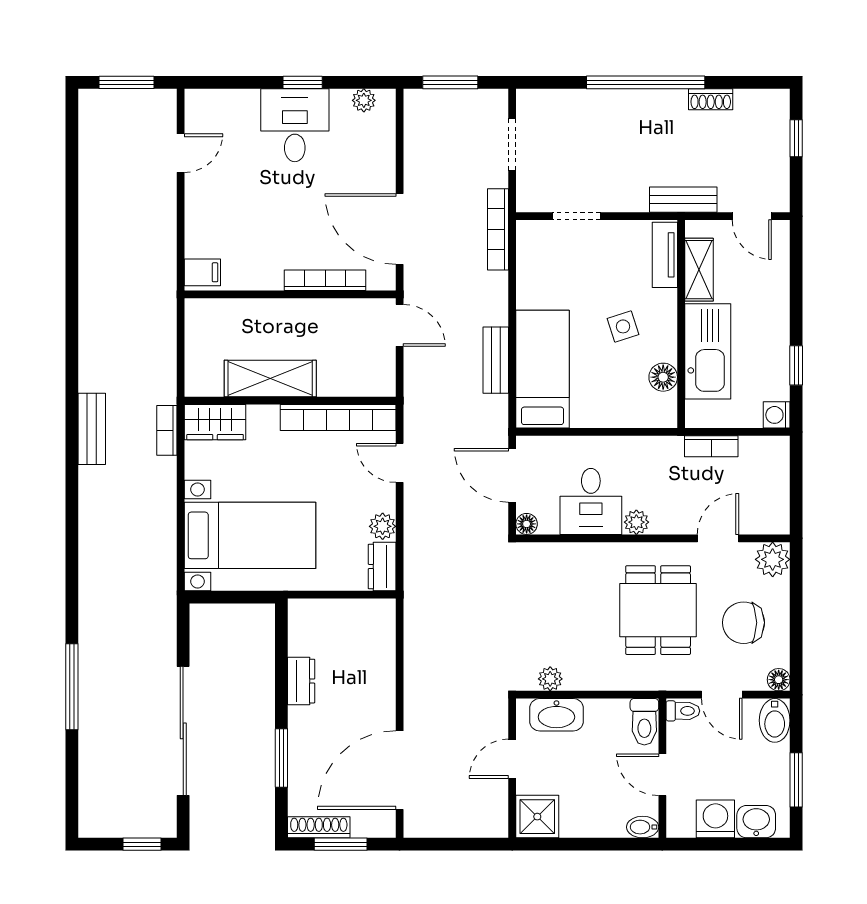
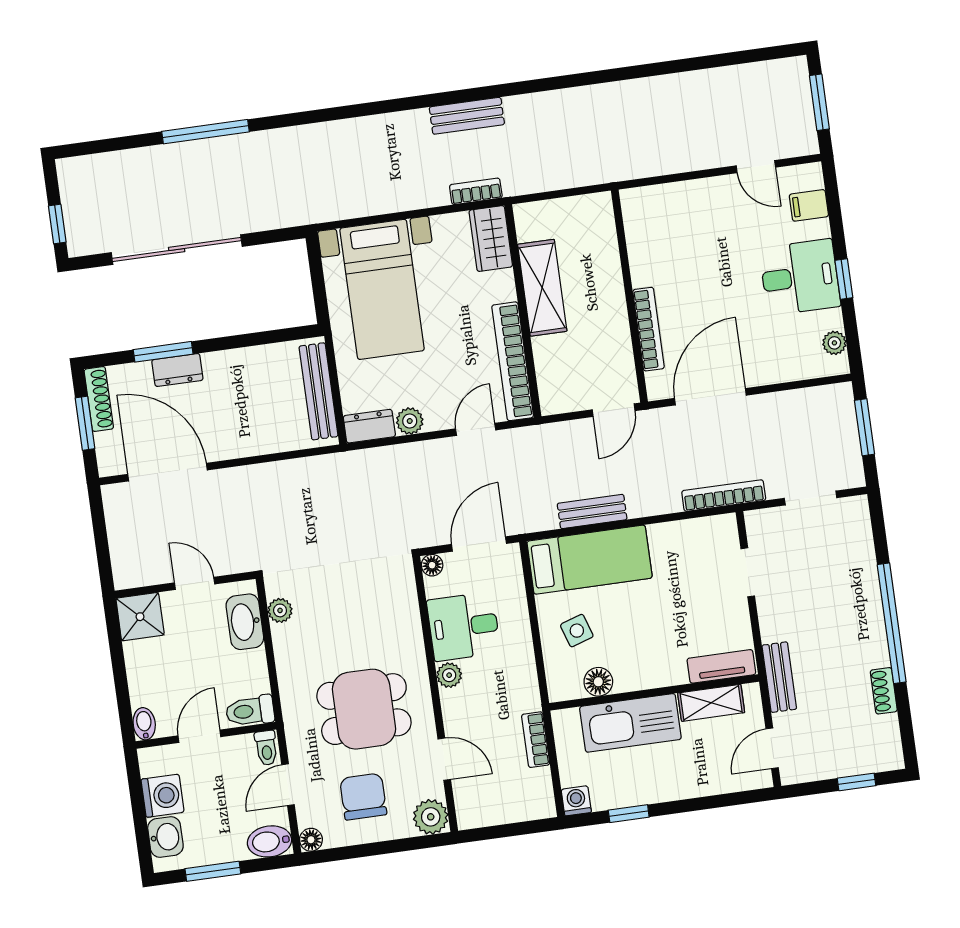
filing cabinet: (202, 272) -> (809, 205), moved, turned 90
side table: (623, 326) -> (577, 631), moved
bench: (341, 611) -> (318, 391), added
dresser: (301, 681) -> (177, 370), moved

